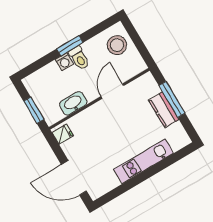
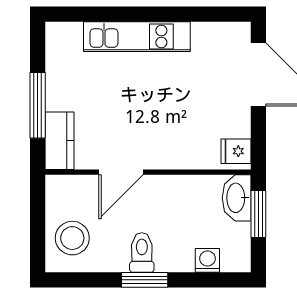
washing machine: (64, 62) -> (207, 260), moved
washbasin: (73, 103) -> (237, 198), moved, turned 90
kitchen counter: (164, 110) -> (59, 141), moved

